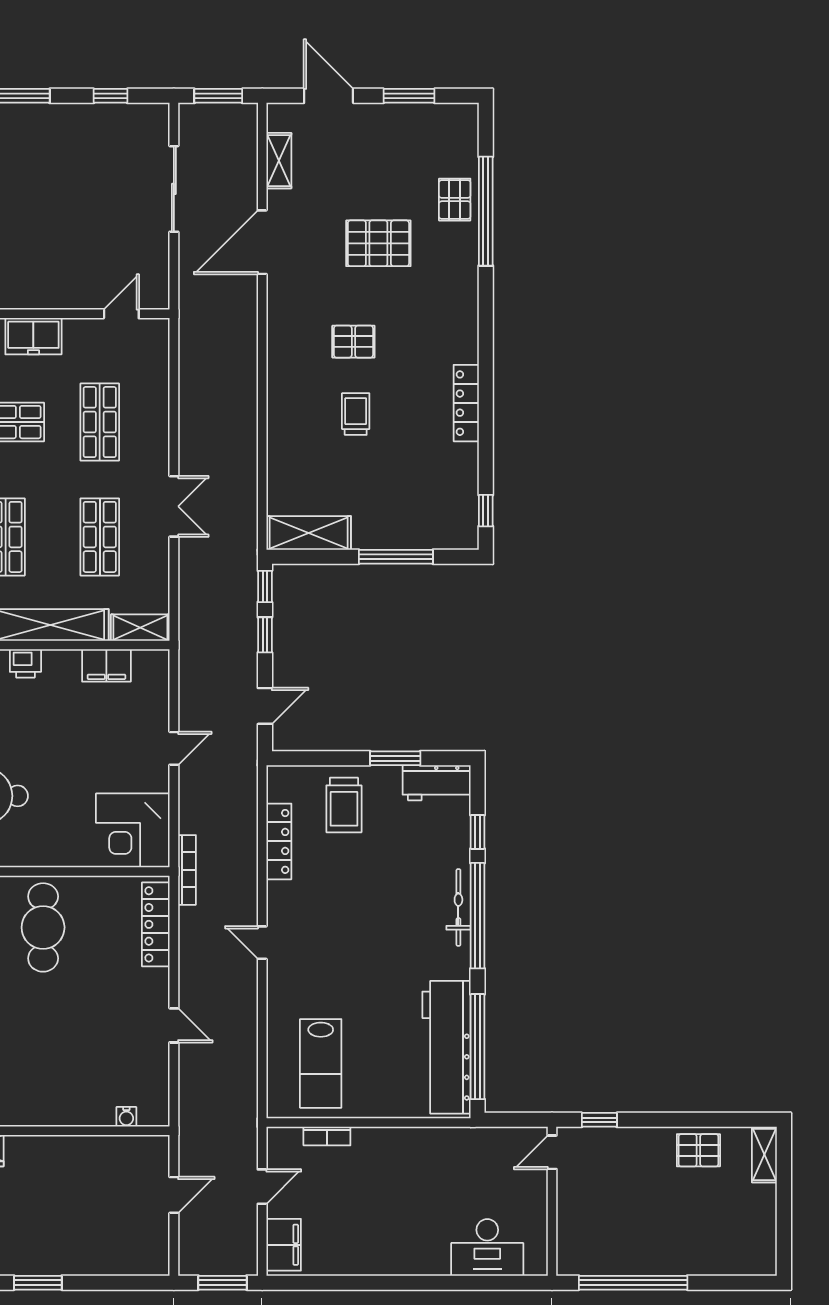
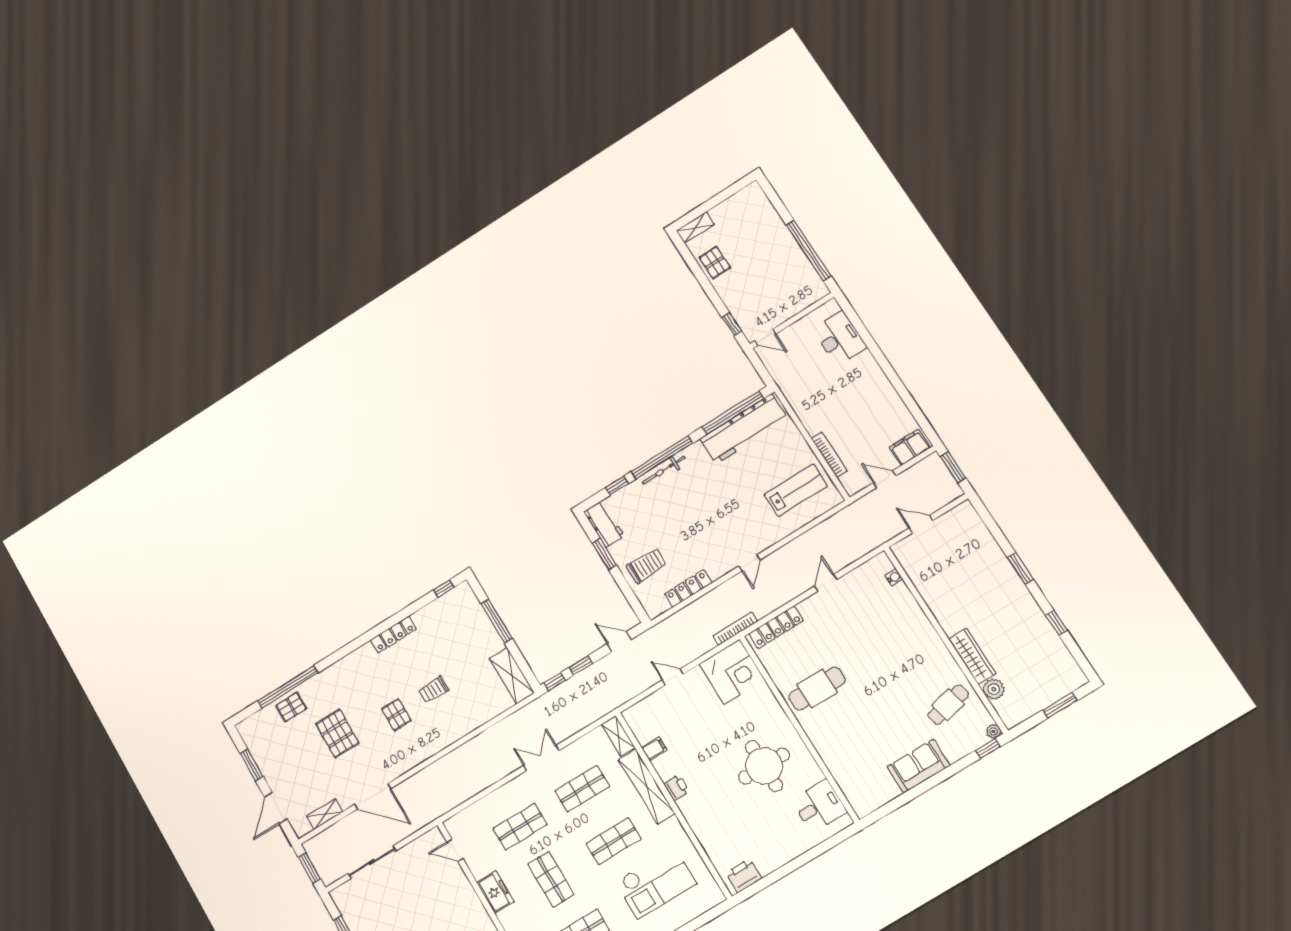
filing cabinet: (106, 665) -> (654, 749), width x0.50
bookcase: (327, 1136) -> (829, 455), width x1.56

